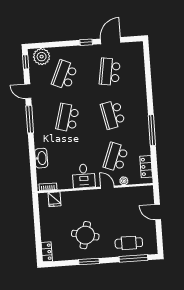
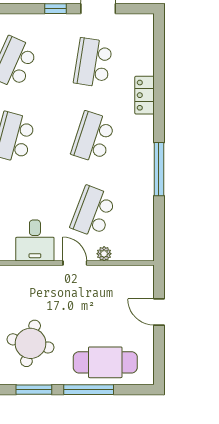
school desk: (113, 114) -> (93, 137), turned 30
locker: (146, 167) -> (145, 95), moved
cafe table: (129, 243) -> (105, 362), width x1.37, depth x1.35
window: (133, 258) -> (89, 390), moved

